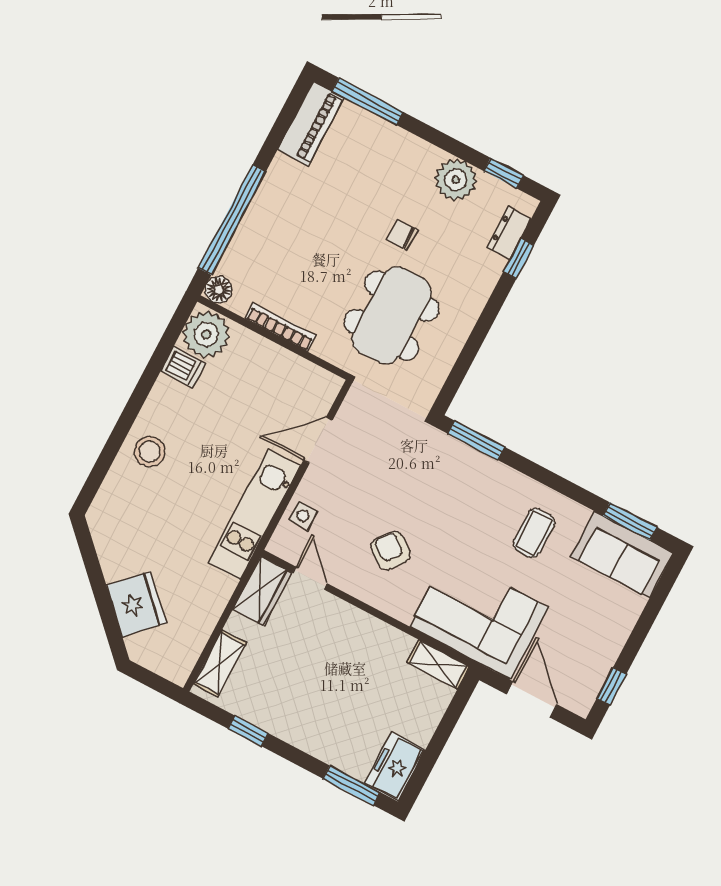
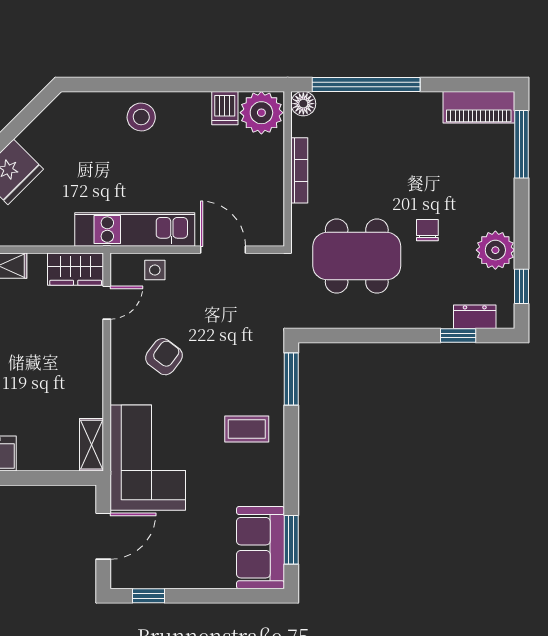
coffee table: (534, 533) -> (247, 429), moved

